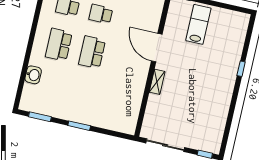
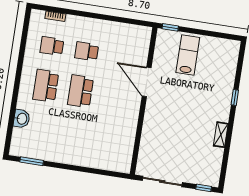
shelving: (157, 82) -> (221, 135), moved
window: (79, 126) -> (73, 168), removed

